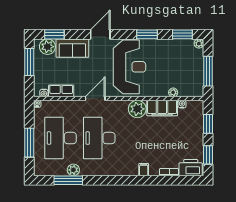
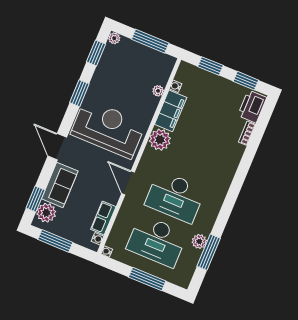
filing cabinet: (144, 170) -> (232, 161), removed

